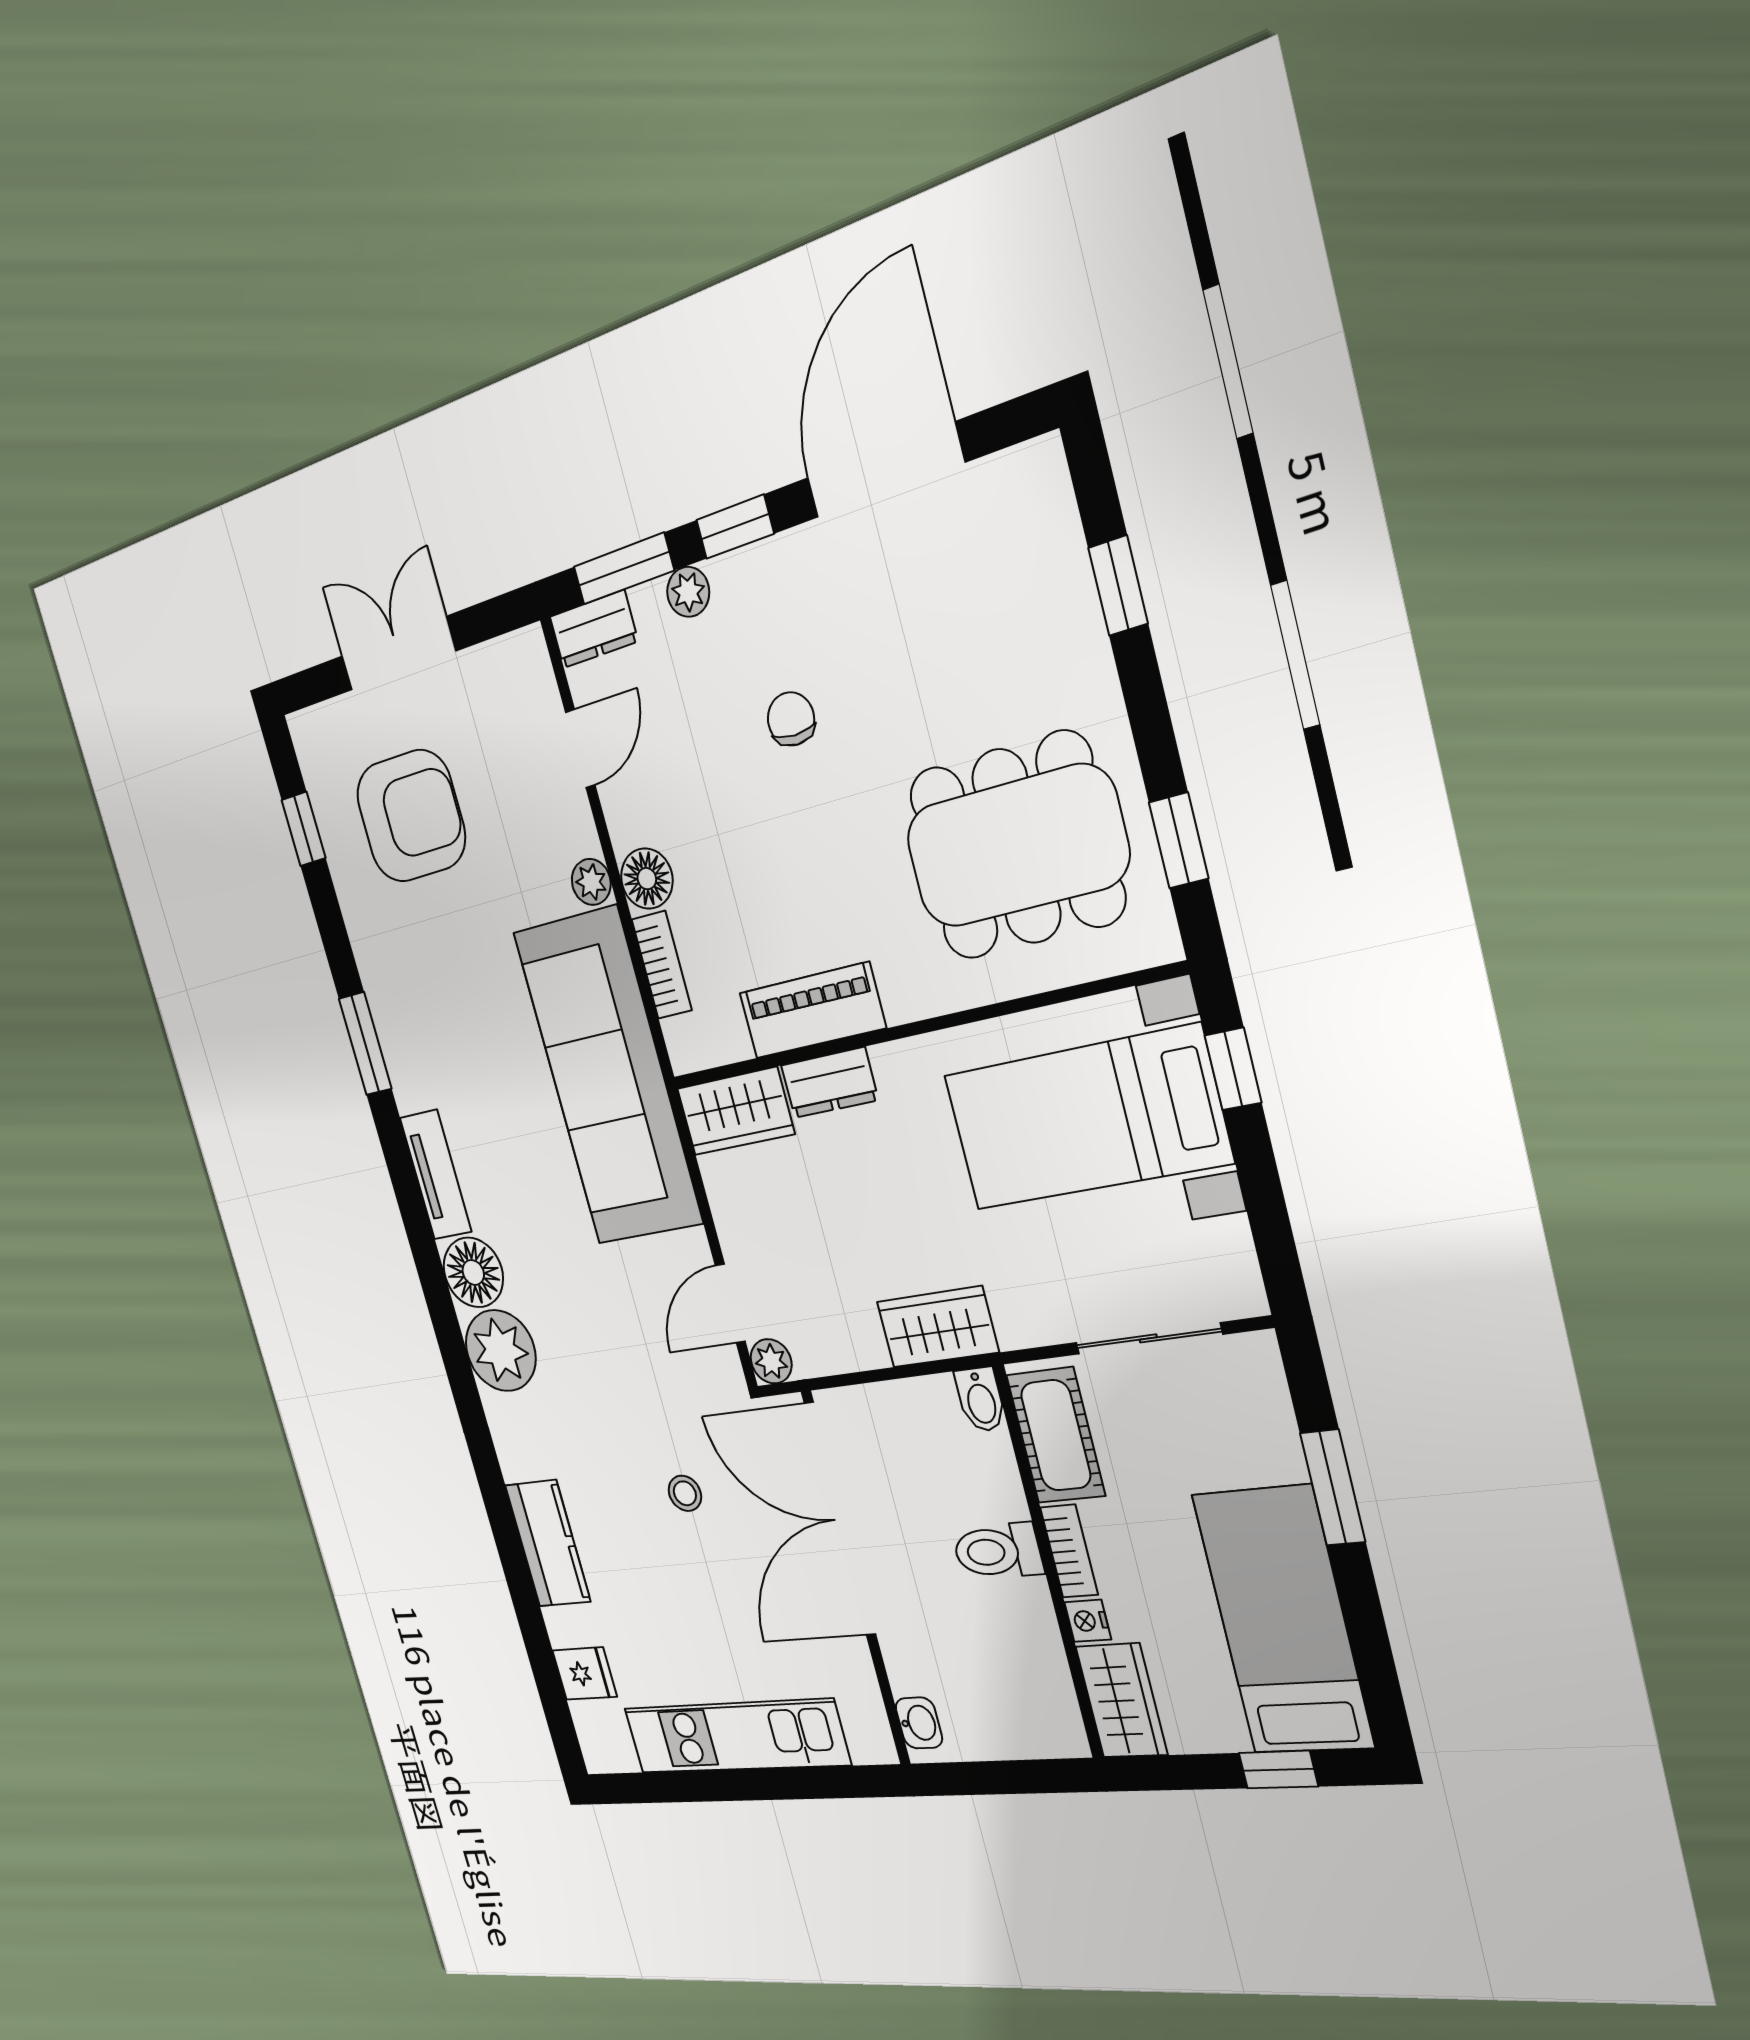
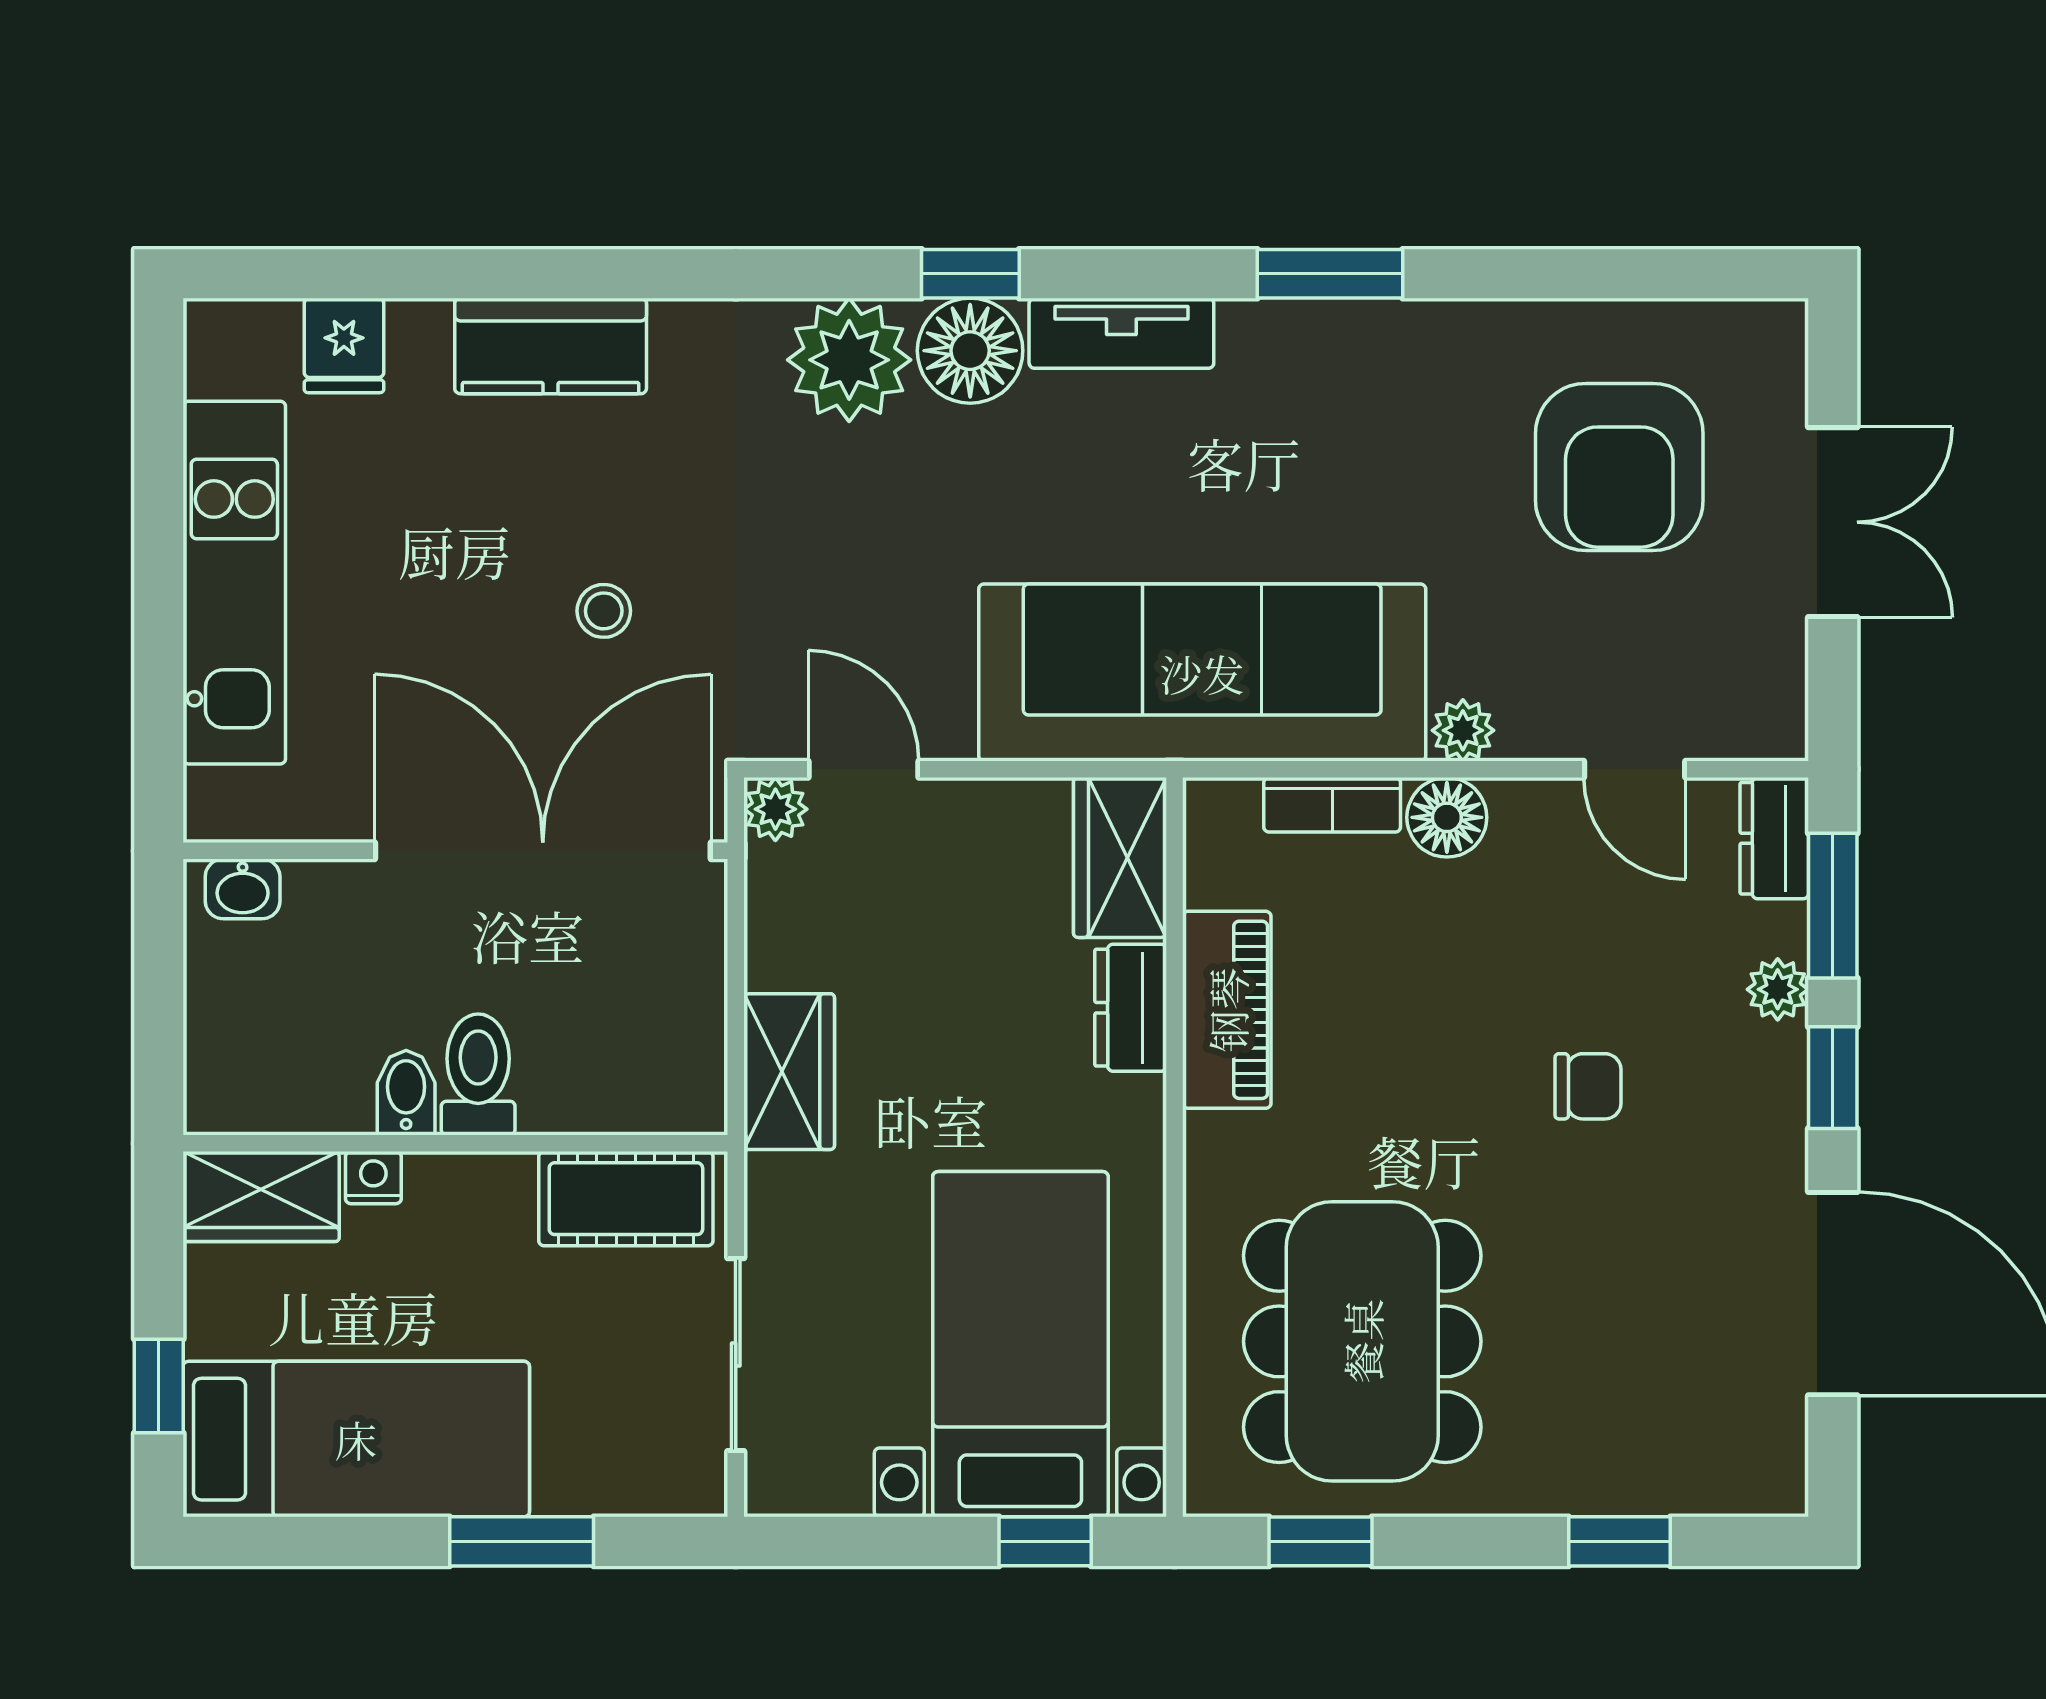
window: (304, 829) -> (970, 274), moved
bidet: (981, 1400) -> (406, 1093), moved, turned 90
bookcase: (1069, 1551) -> (470, 1176), removed

